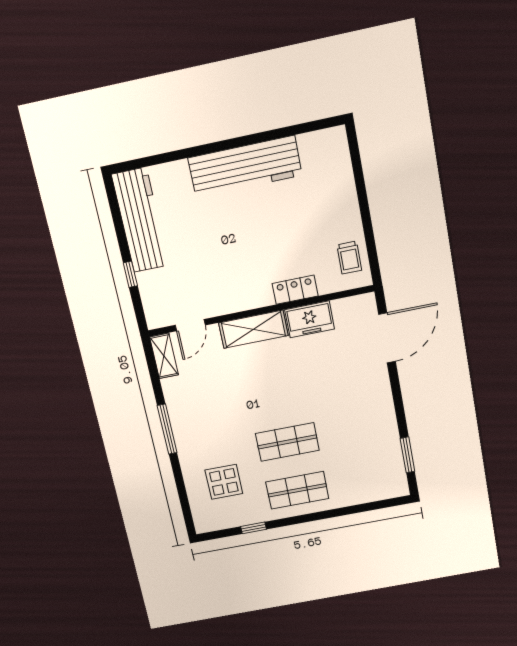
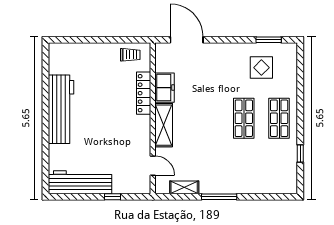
locker: (295, 290) -> (144, 93), width x1.53
shelving: (164, 356) -> (184, 187), moved
display table: (224, 482) -> (261, 68), moved

